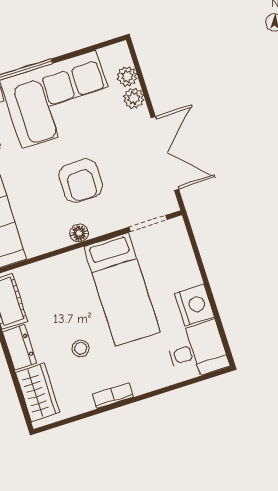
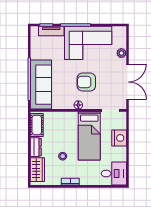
plant: (127, 77) -> (122, 42), removed
armchair: (81, 181) -> (86, 82), turned 90
nightstand: (194, 305) -> (119, 138), moved

